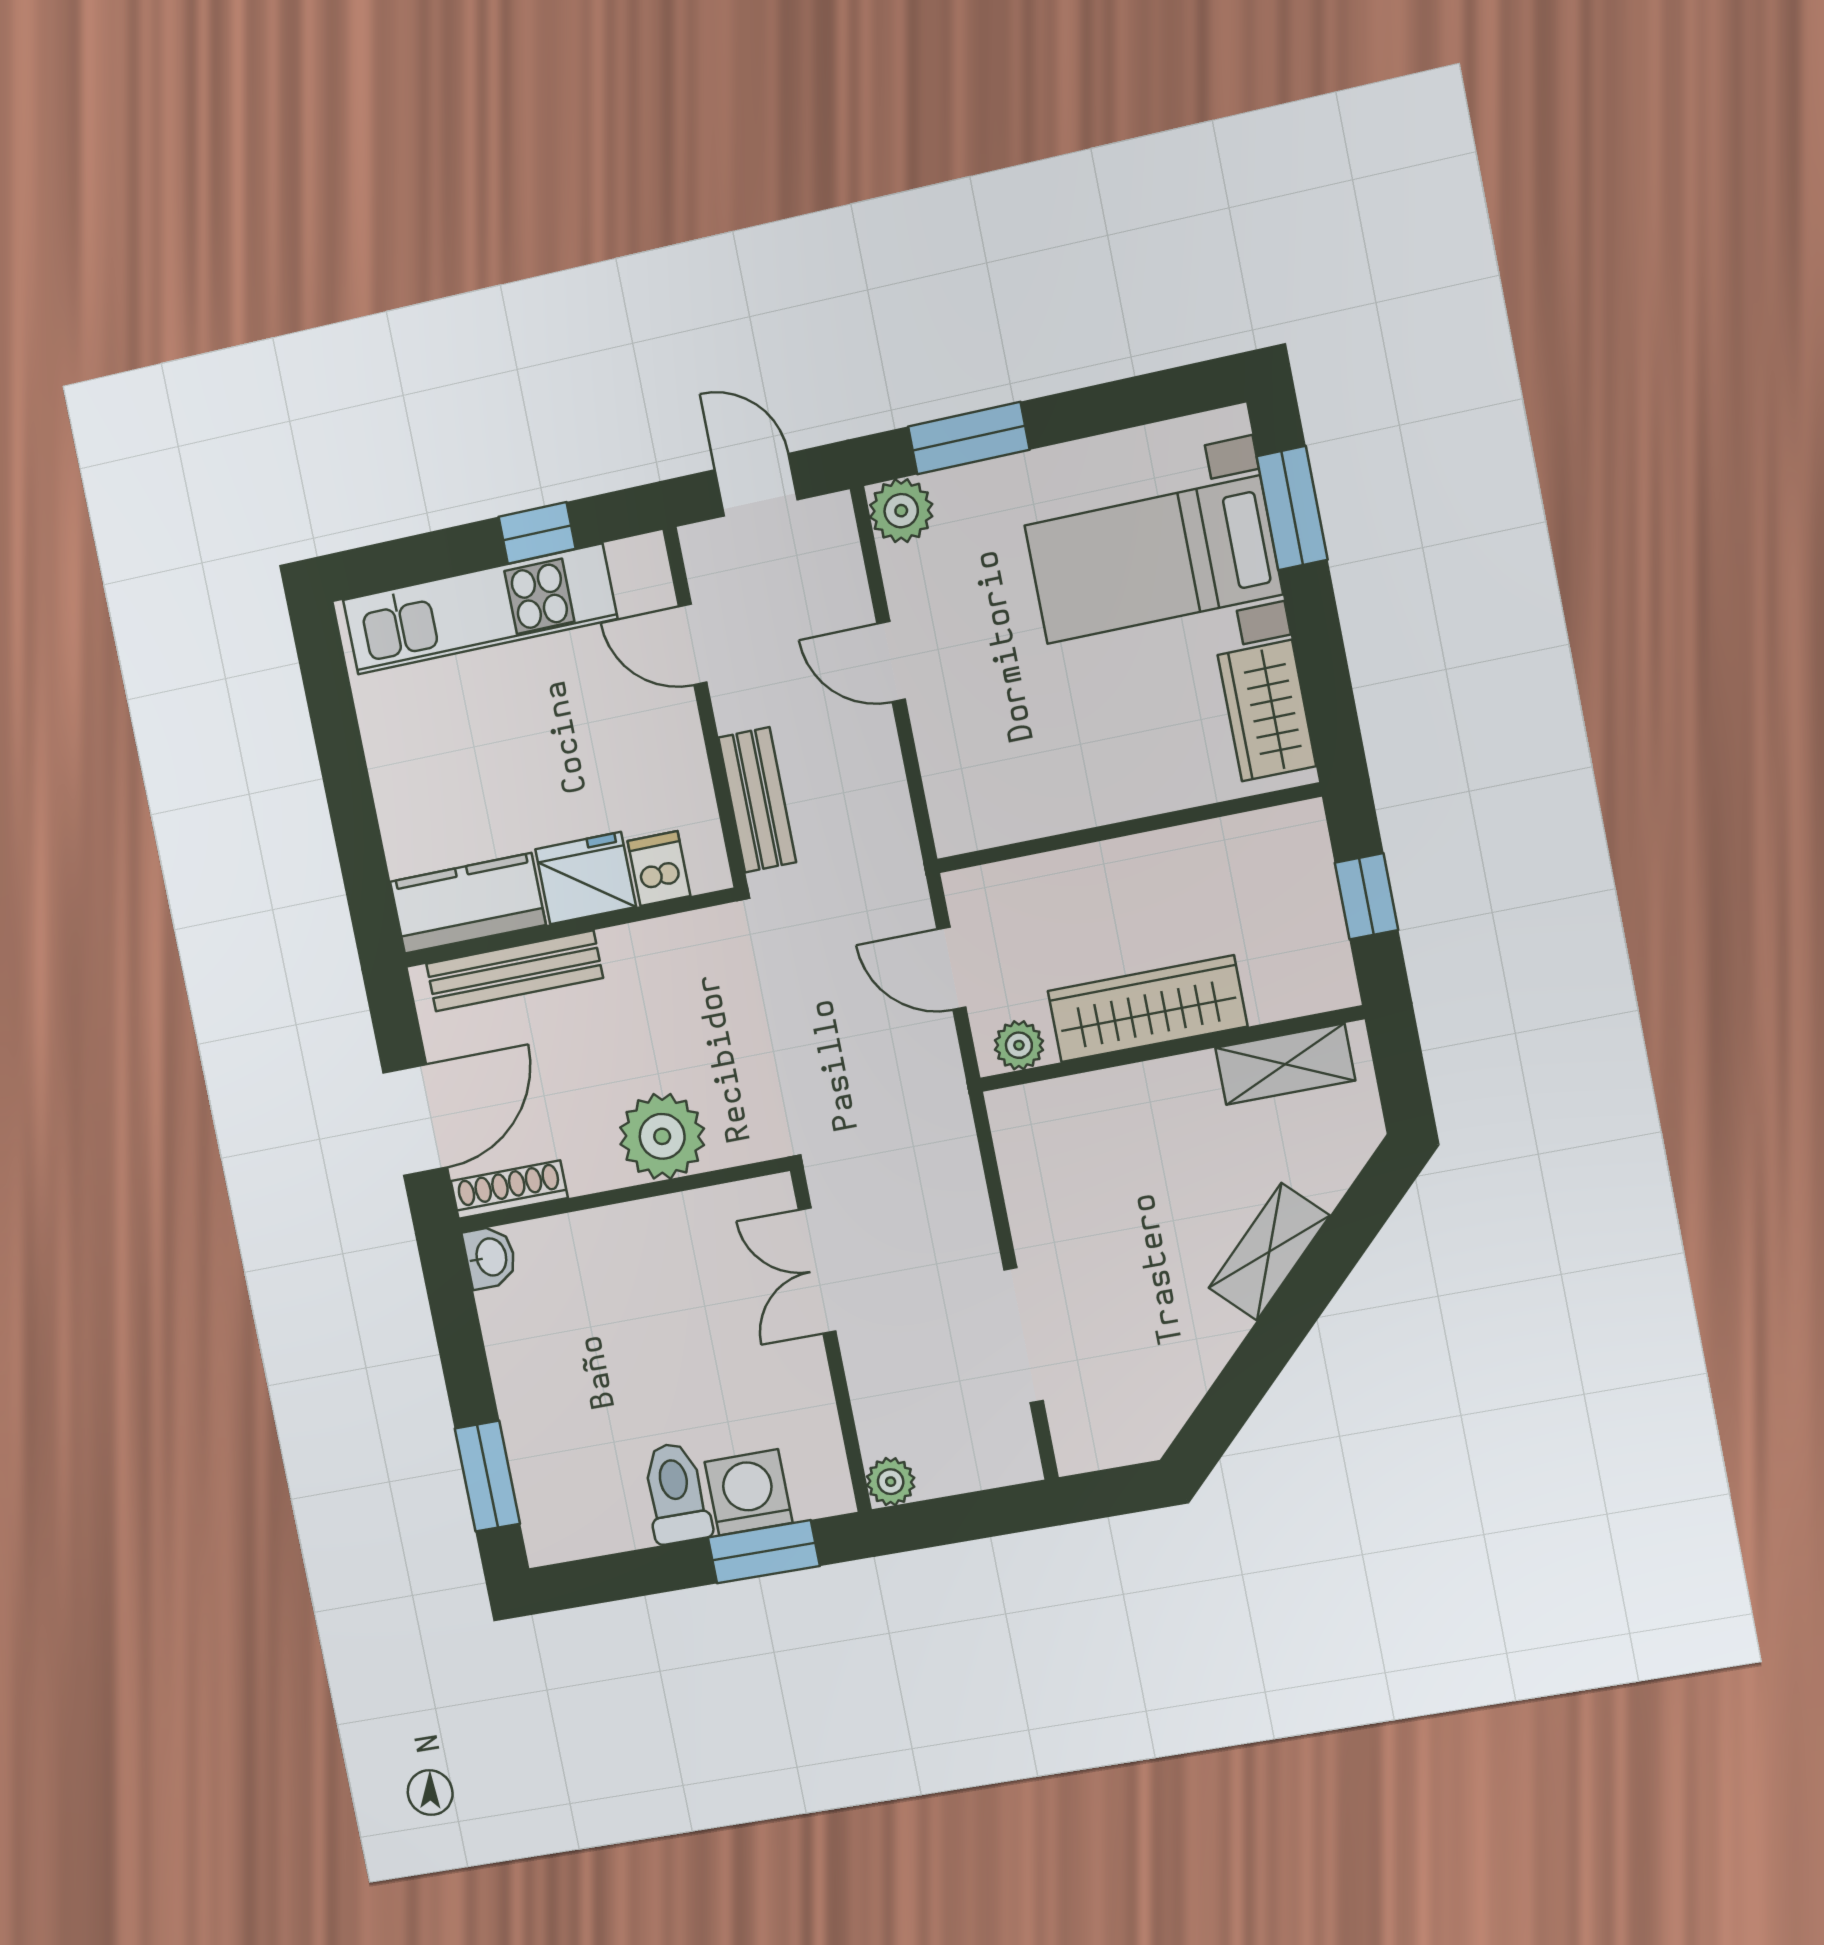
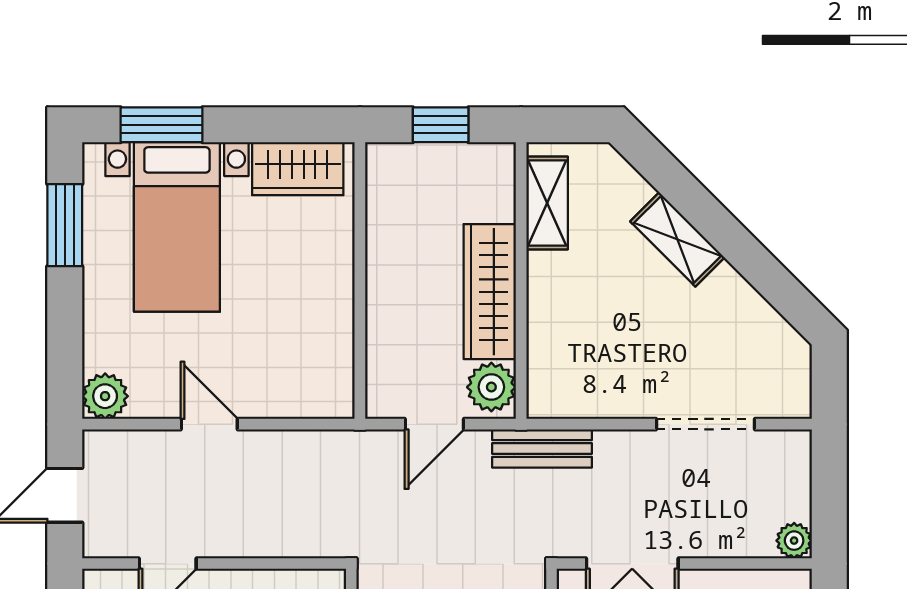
window: (969, 438) -> (65, 225), moved
door: (891, 662) -> (209, 424), swing flipped
bench: (757, 800) -> (542, 448), moved
plant: (1019, 1045) -> (491, 387), width x1.38, depth x1.38

